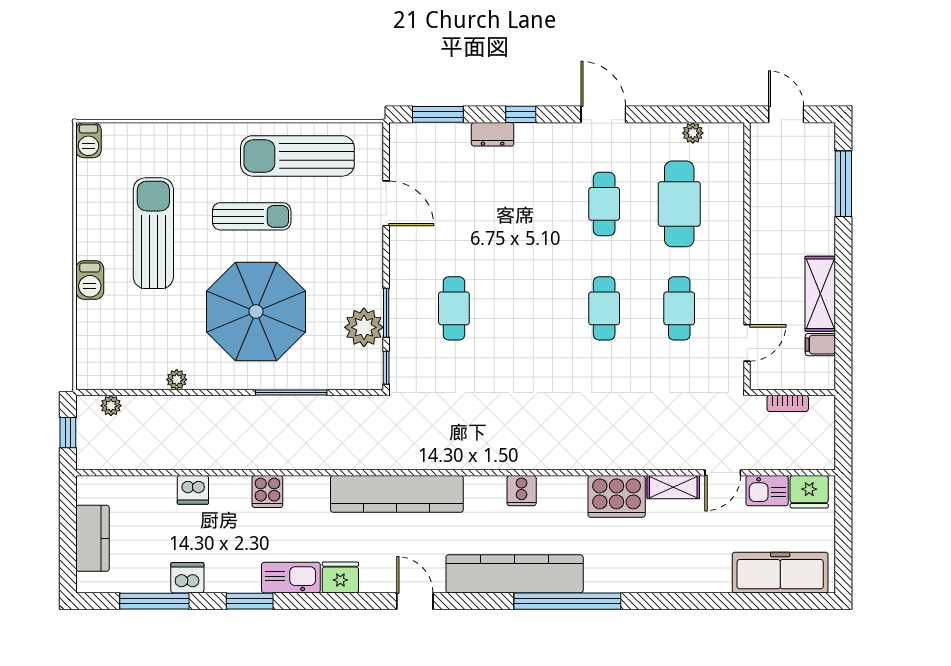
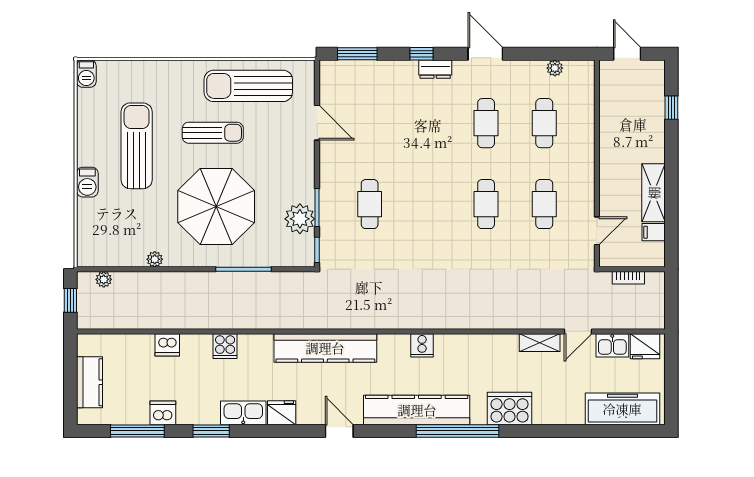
dresser: (493, 134) -> (435, 69), moved
window: (843, 184) -> (671, 108), width x0.46
cafe table: (679, 204) -> (544, 123), width x0.73, depth x0.74
cooker: (617, 496) -> (510, 408), moved, turned 180

